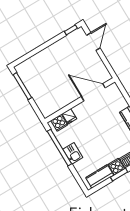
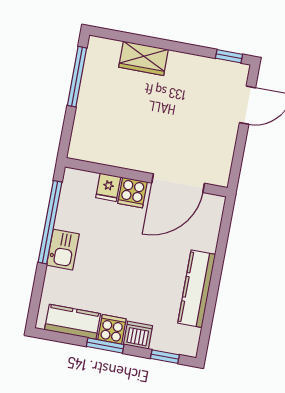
wardrobe: (41, 58) -> (144, 58), added
door: (93, 92) -> (178, 183), swing flipped
cooker: (59, 123) -> (132, 193), moved

